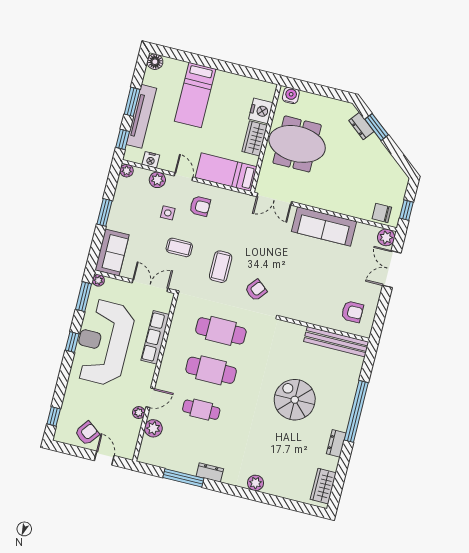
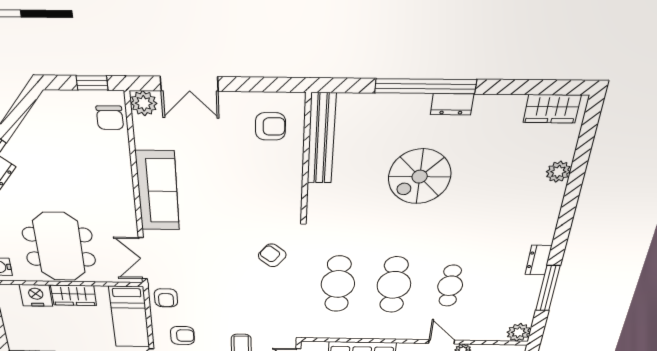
double door: (274, 199) -> (143, 258), swing flipped
armchair: (237, 205) -> (166, 298), added
armchair: (200, 206) -> (182, 336), turned 90
coffee table: (221, 267) -> (252, 300), removed
armchair: (352, 312) -> (270, 126), turned 90
plant: (153, 428) -> (519, 332), moved
dresser: (336, 443) -> (452, 104), moved
plant: (255, 483) -> (558, 172), moved

